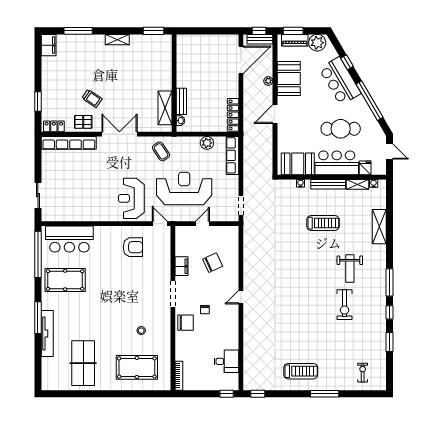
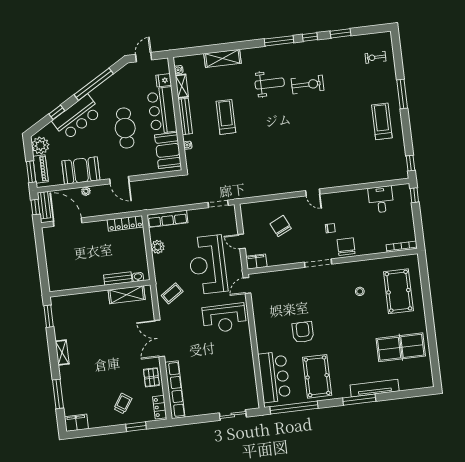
trolley: (92, 98) -> (123, 404), moved
cafe table: (341, 129) -> (125, 128), moved
armchair: (133, 247) -> (303, 332), moved
filing cabinet: (182, 266) -> (256, 262), moved

